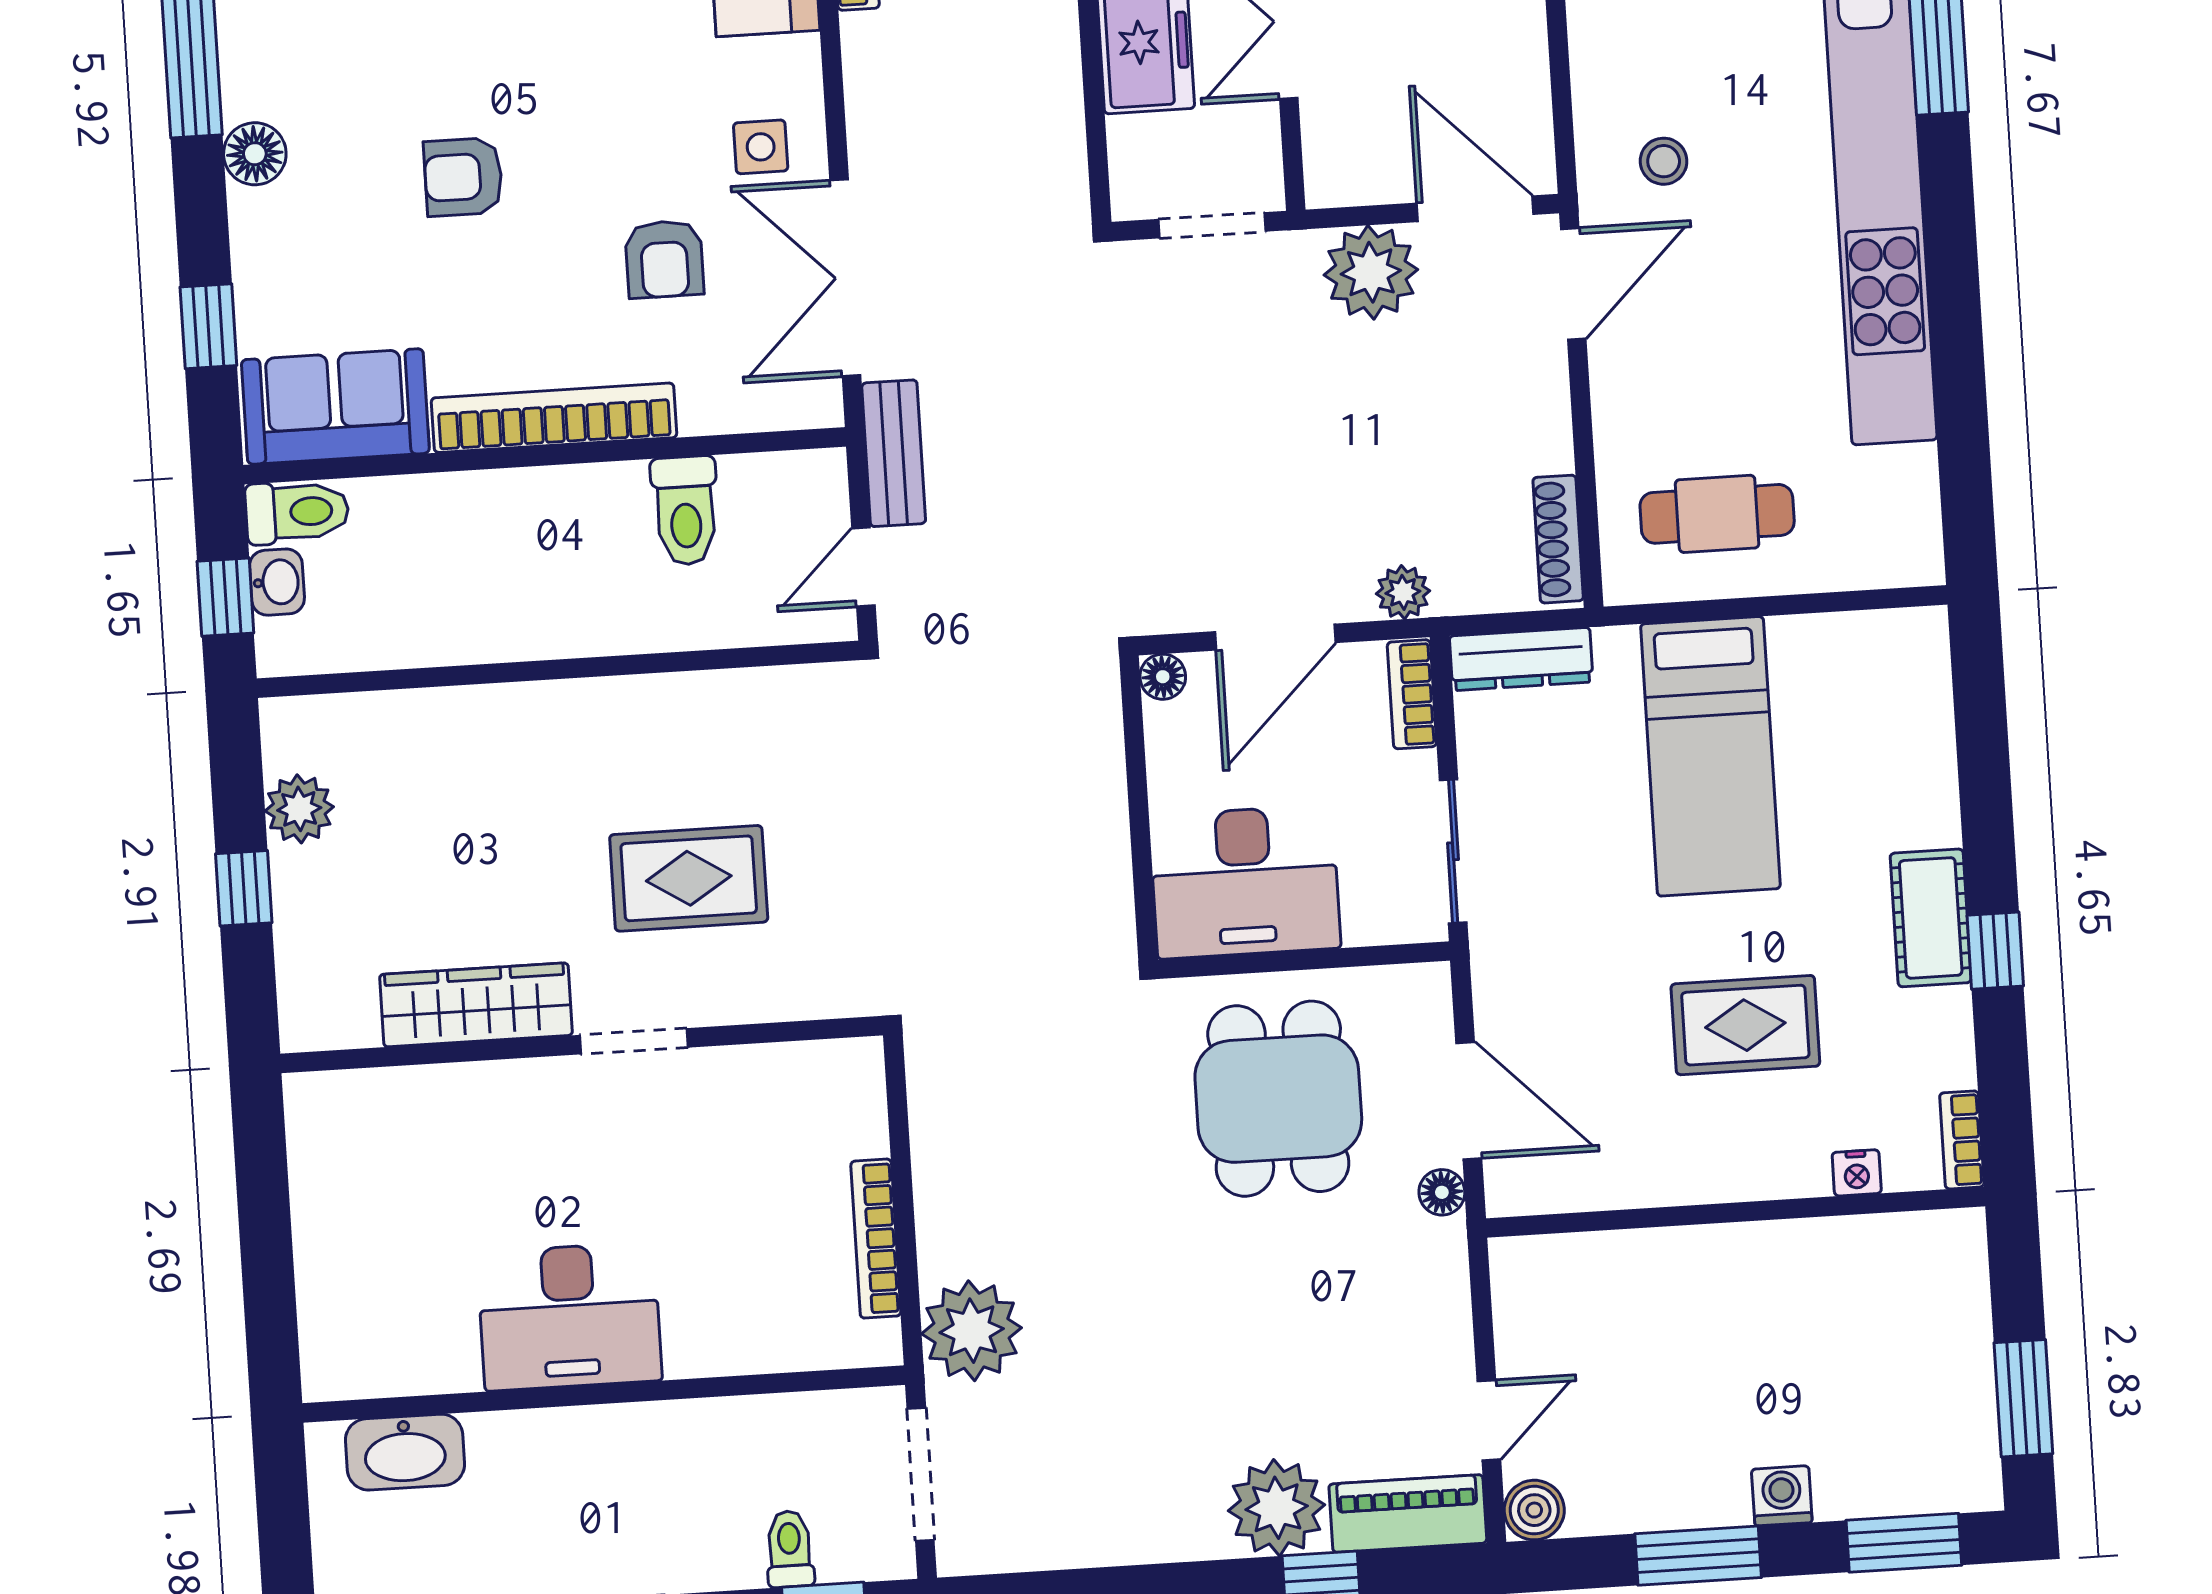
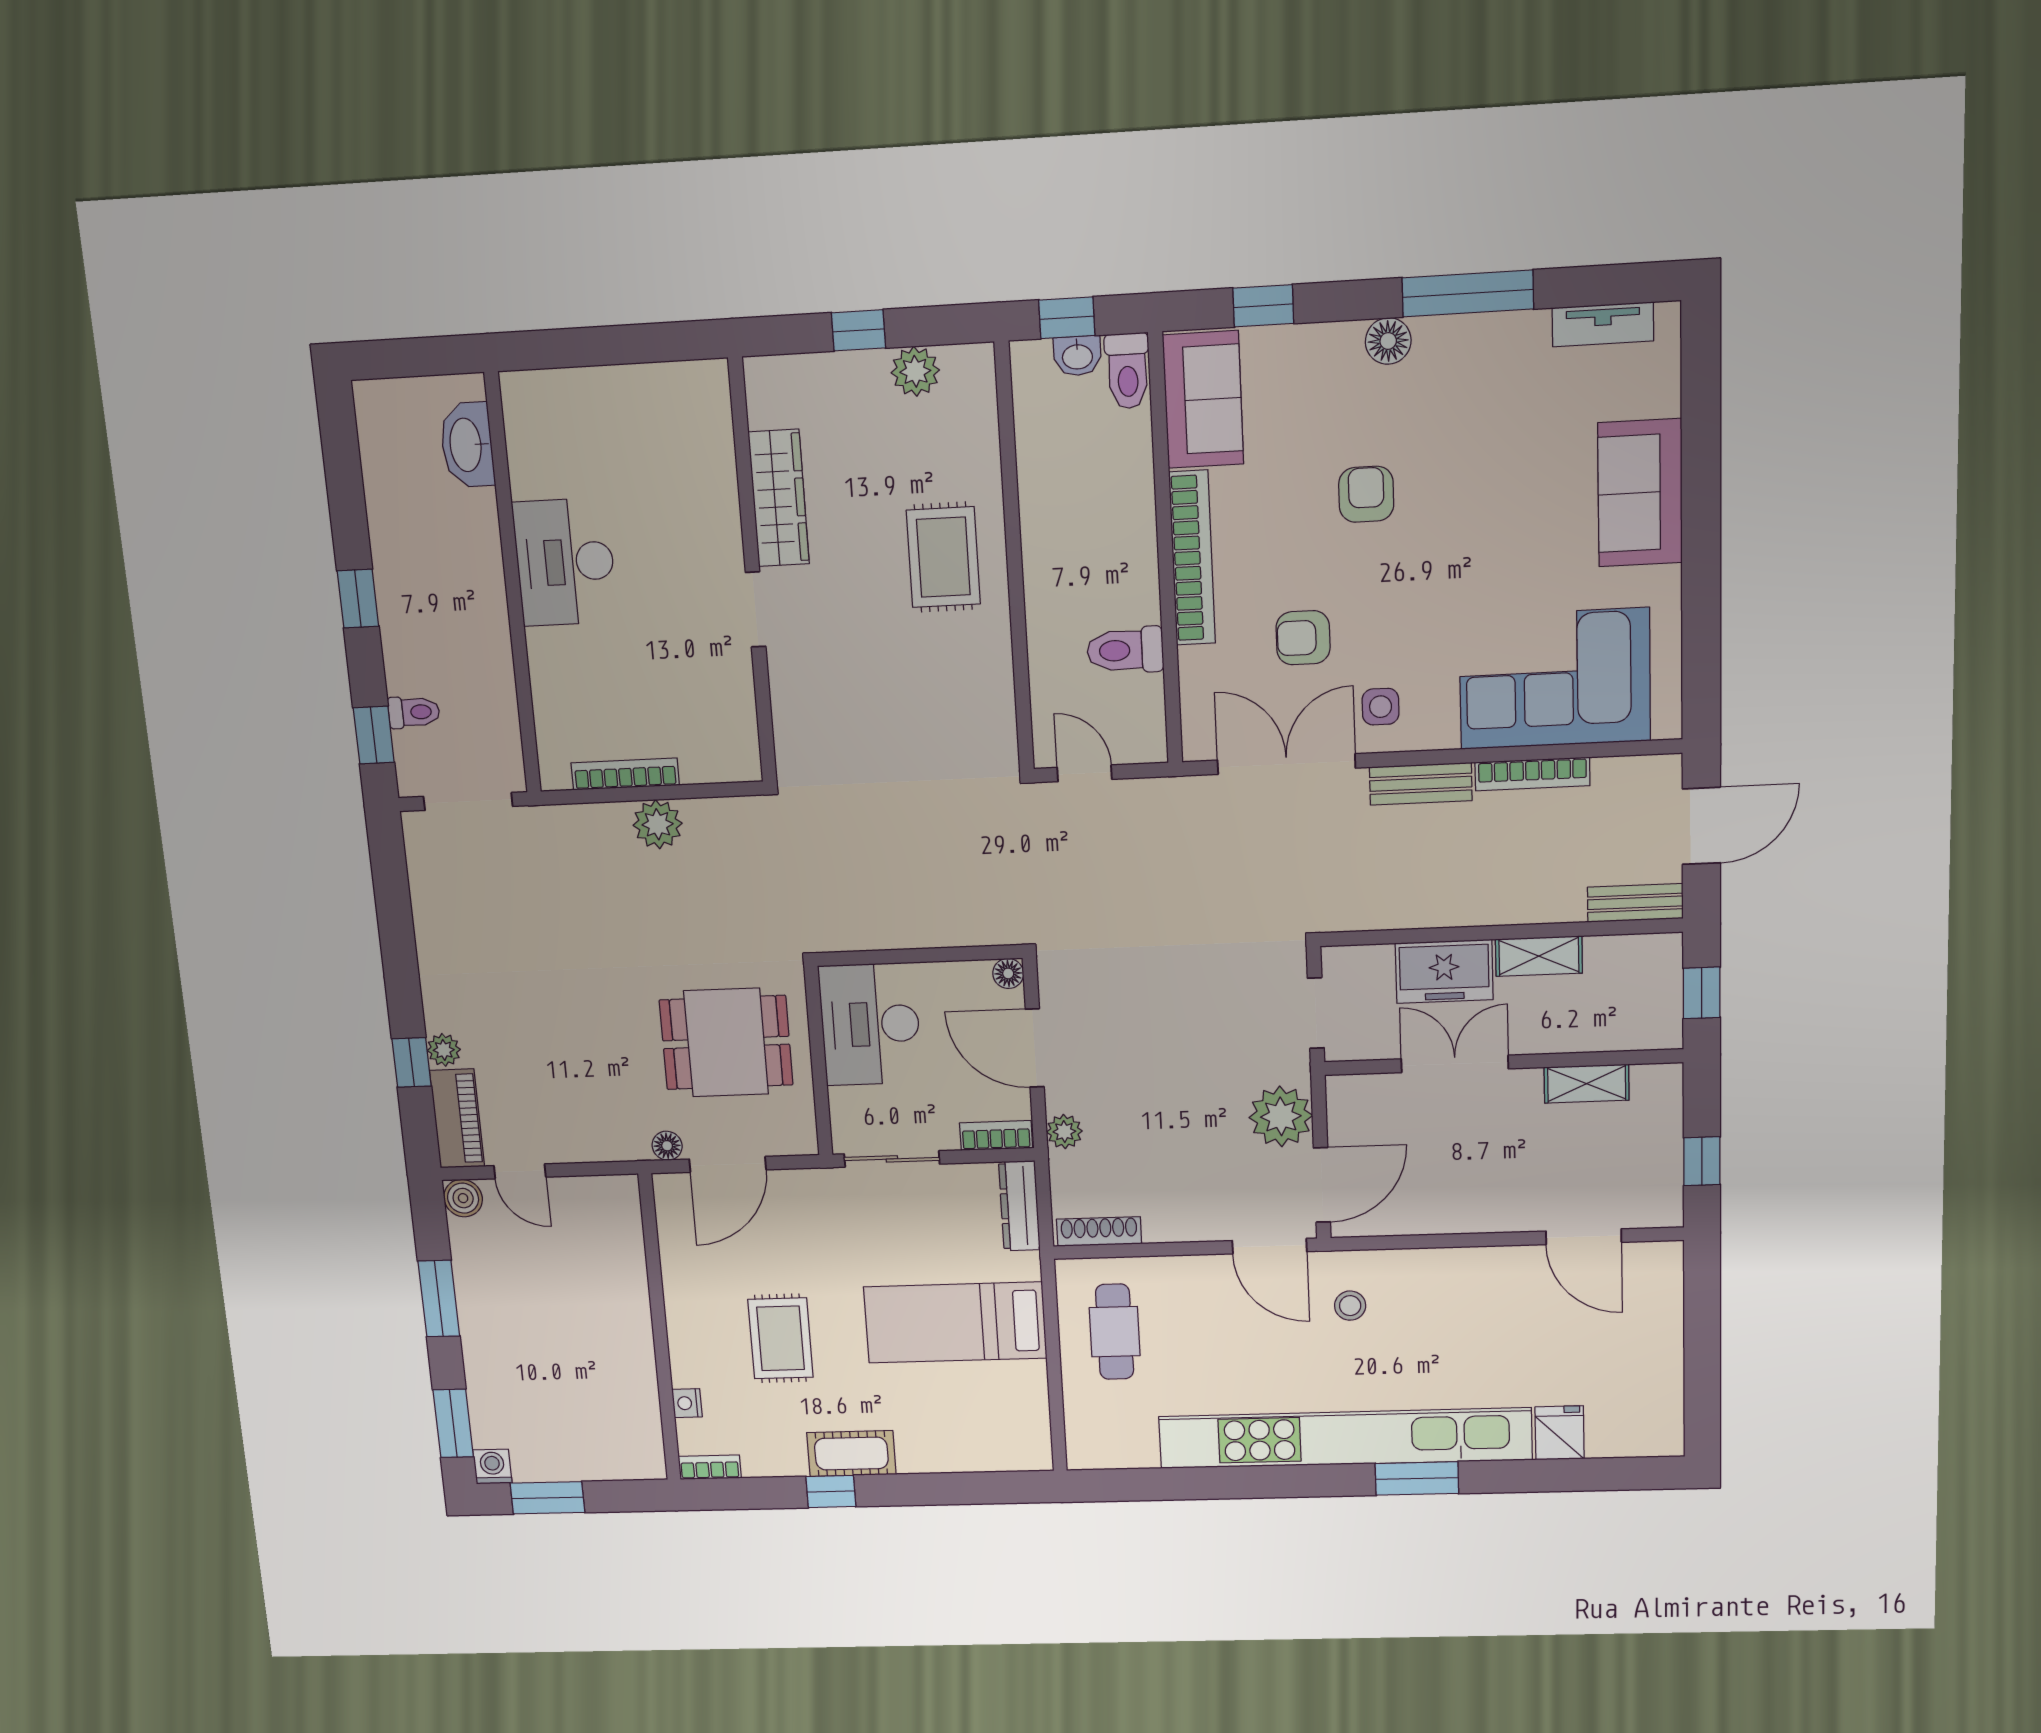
bench: (894, 453) -> (1421, 784), moved
rug: (689, 878) -> (943, 557), moved
plant: (972, 1331) -> (658, 824), moved, width x0.73, depth x0.73
washing machine: (1782, 1496) -> (492, 1467), moved, turned -90
plant: (1277, 1508) -> (444, 1050), width x0.53, depth x0.53

